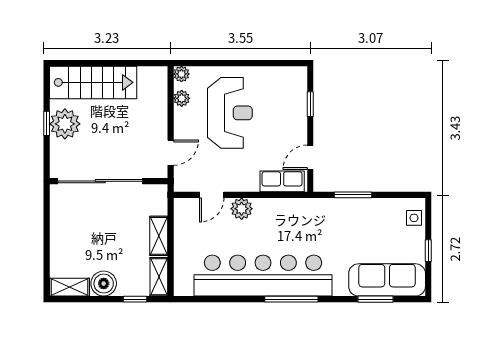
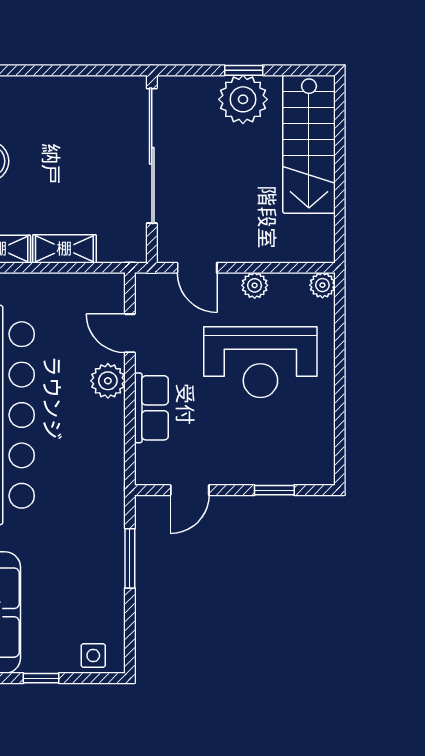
plant: (182, 98) -> (255, 285), moved
door: (310, 157) -> (190, 490), swing flipped
row of seats: (282, 181) -> (151, 408), moved

